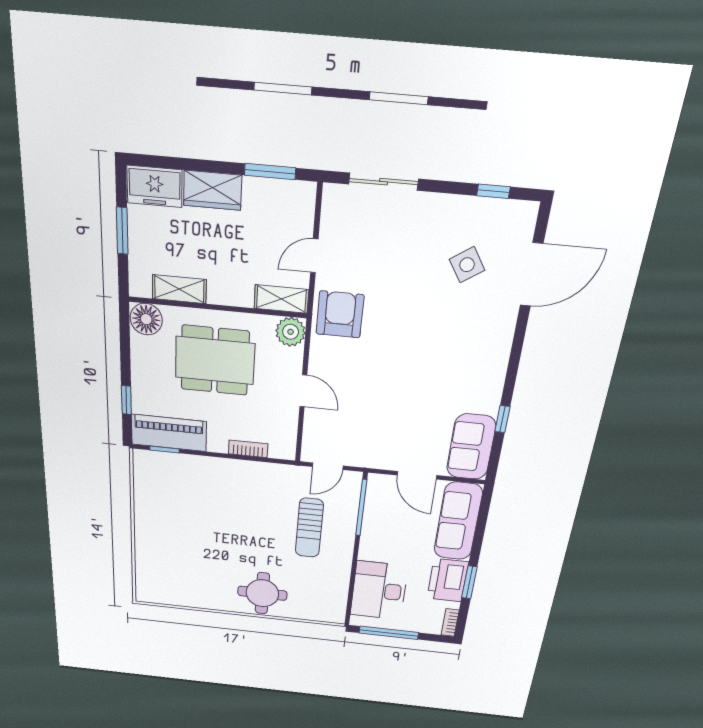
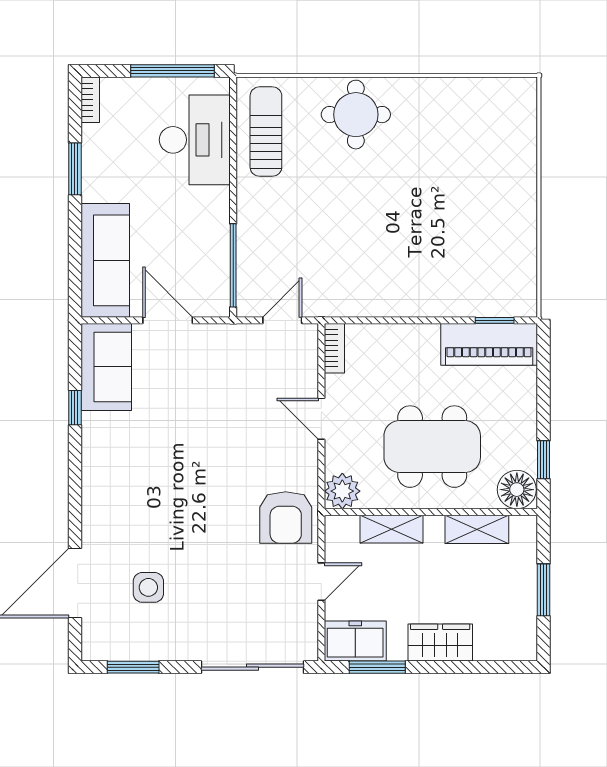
sliding door: (384, 182) -> (252, 667), width x1.37
freezer: (155, 186) -> (355, 641), moved
window: (493, 191) -> (133, 667), width x1.50
side table: (467, 265) -> (148, 587), turned 33
shelving: (281, 299) -> (391, 529), moved
window: (126, 400) -> (543, 460), moved
bookcase: (248, 449) -> (334, 348), moved, turned -90
sun lounger: (309, 528) -> (266, 132), moved
printer: (448, 580) -> (104, 168), removed

